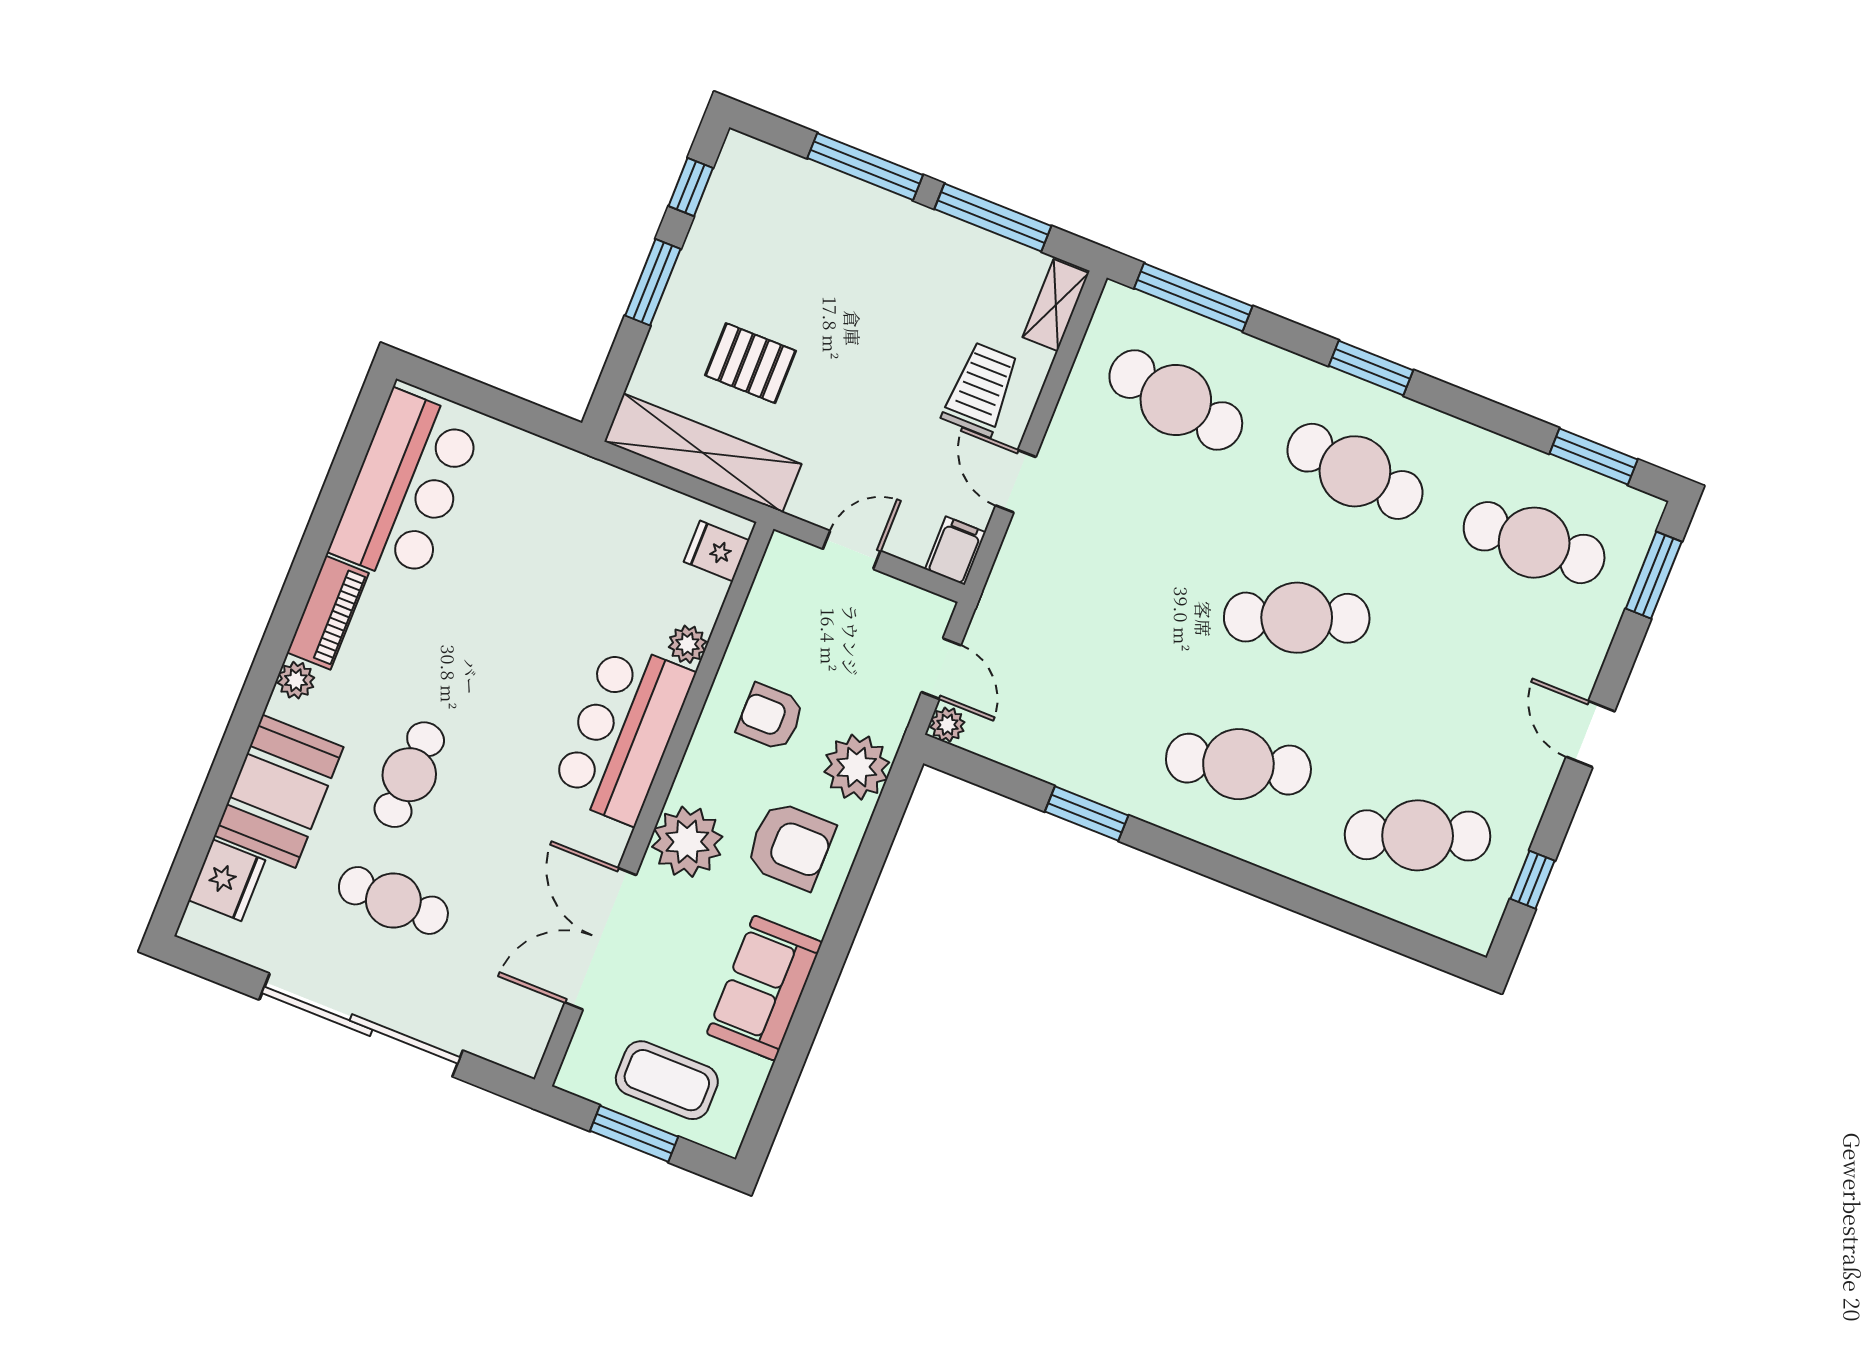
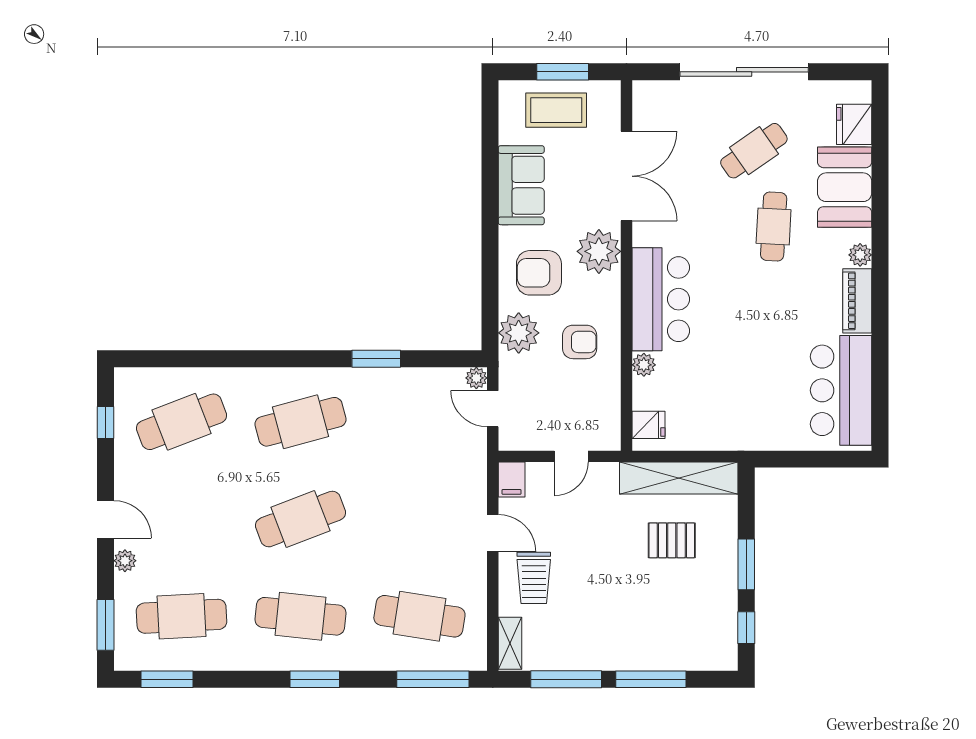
plant: (1586, 660) -> (125, 561), added
cafe table: (393, 900) -> (754, 151), turned -35

